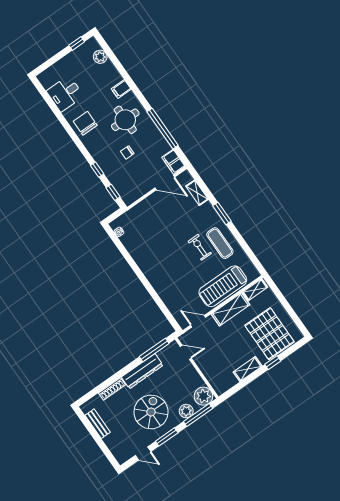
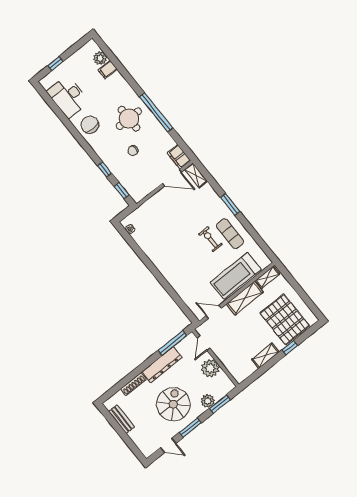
window: (77, 43) -> (55, 63), moved
filing cabinet: (121, 89) -> (108, 70), moved
desk: (65, 94) -> (68, 97), width x1.37
window: (163, 129) -> (156, 112), moved
shelving: (197, 193) -> (196, 175), moved
door: (186, 352) -> (204, 343), swing flipped
plant: (203, 396) -> (210, 368), moved
window: (198, 415) -> (220, 404), width x0.69

